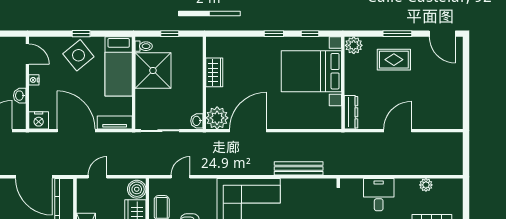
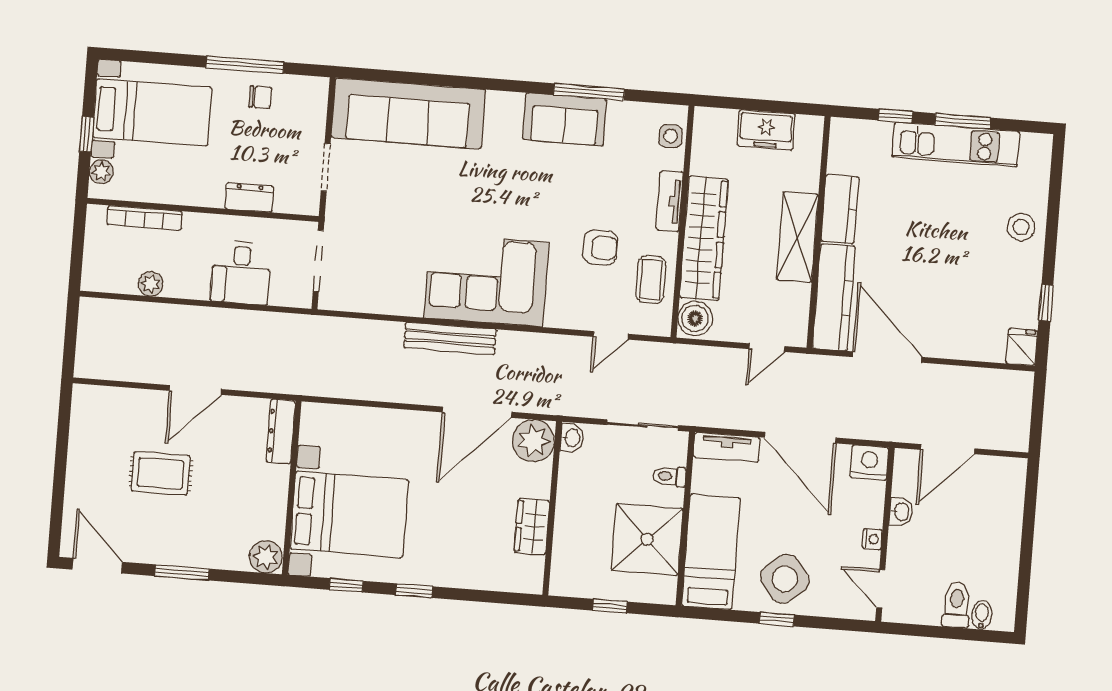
toilet: (144, 46) -> (669, 476), moved
rug: (394, 60) -> (161, 474), moved
bench: (299, 168) -> (450, 338), moved

